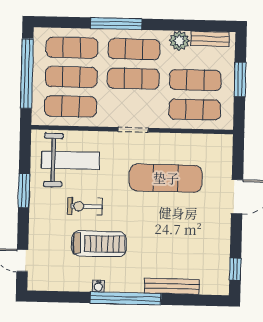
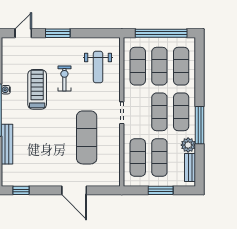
window: (116, 24) -> (200, 125), moved
weight bench: (71, 160) -> (98, 67), width x0.73, depth x0.75
window: (24, 191) -> (58, 33), moved
treadmill: (99, 244) -> (37, 89), turned 180

